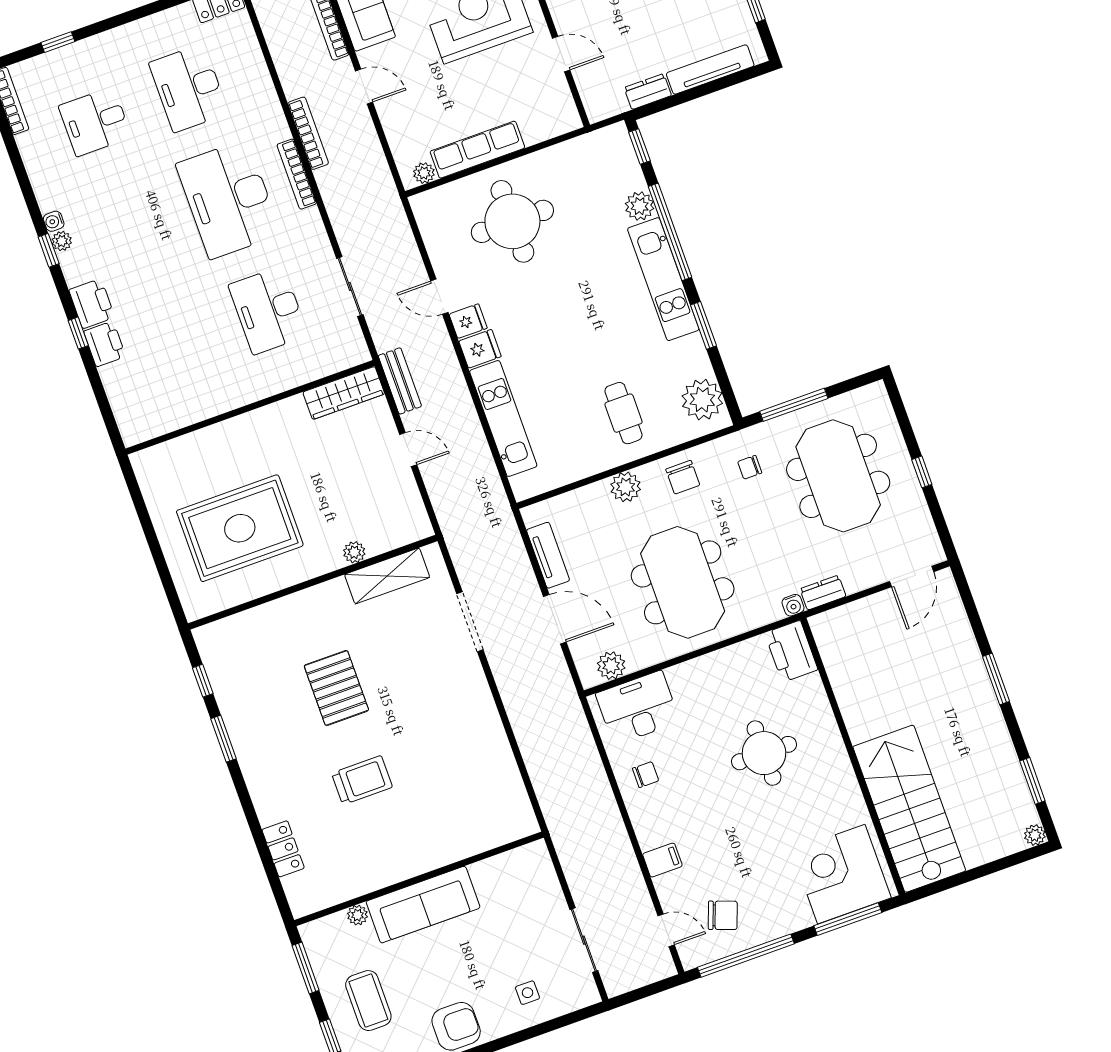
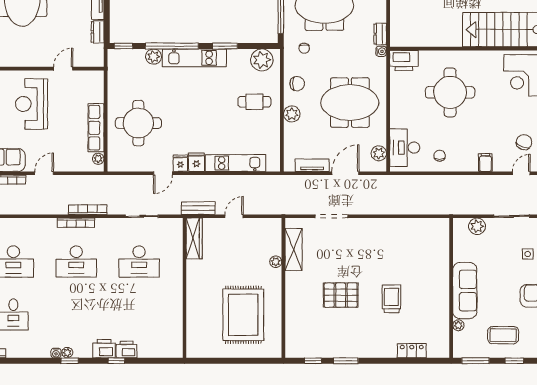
bookcase: (308, 133) -> (88, 210), moved
desk: (228, 199) -> (76, 261), width x0.73, depth x0.77
round table: (764, 753) -> (450, 92), width x1.36, depth x1.36
plant: (544, 886) -> (477, 226), added

